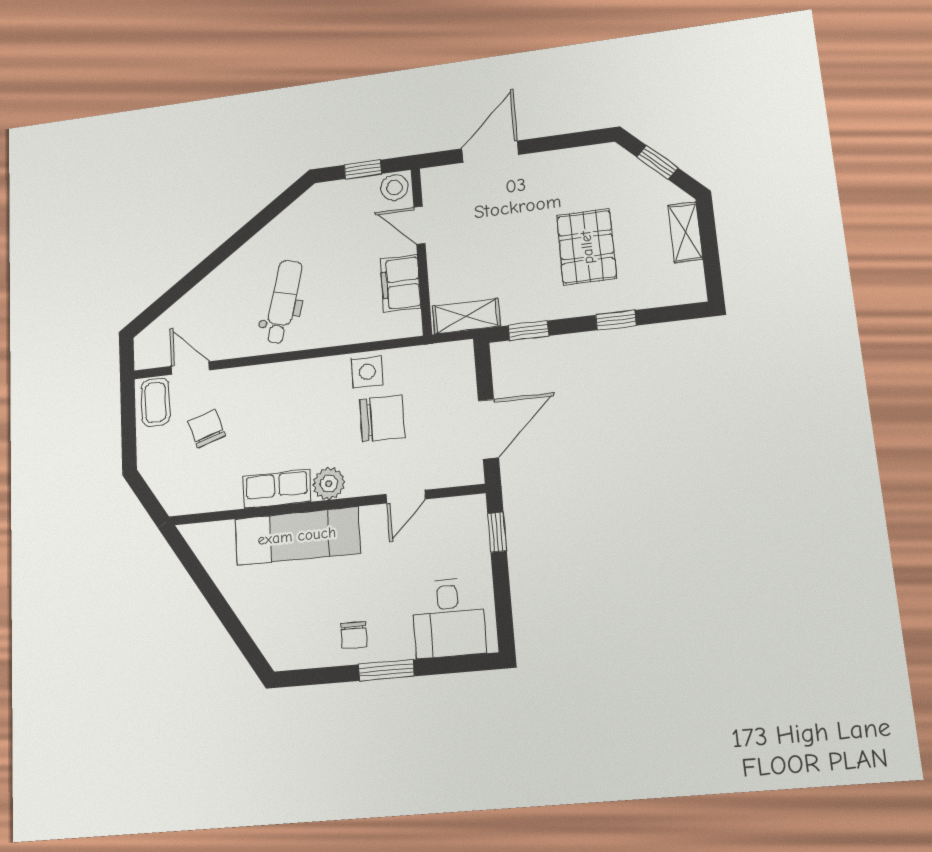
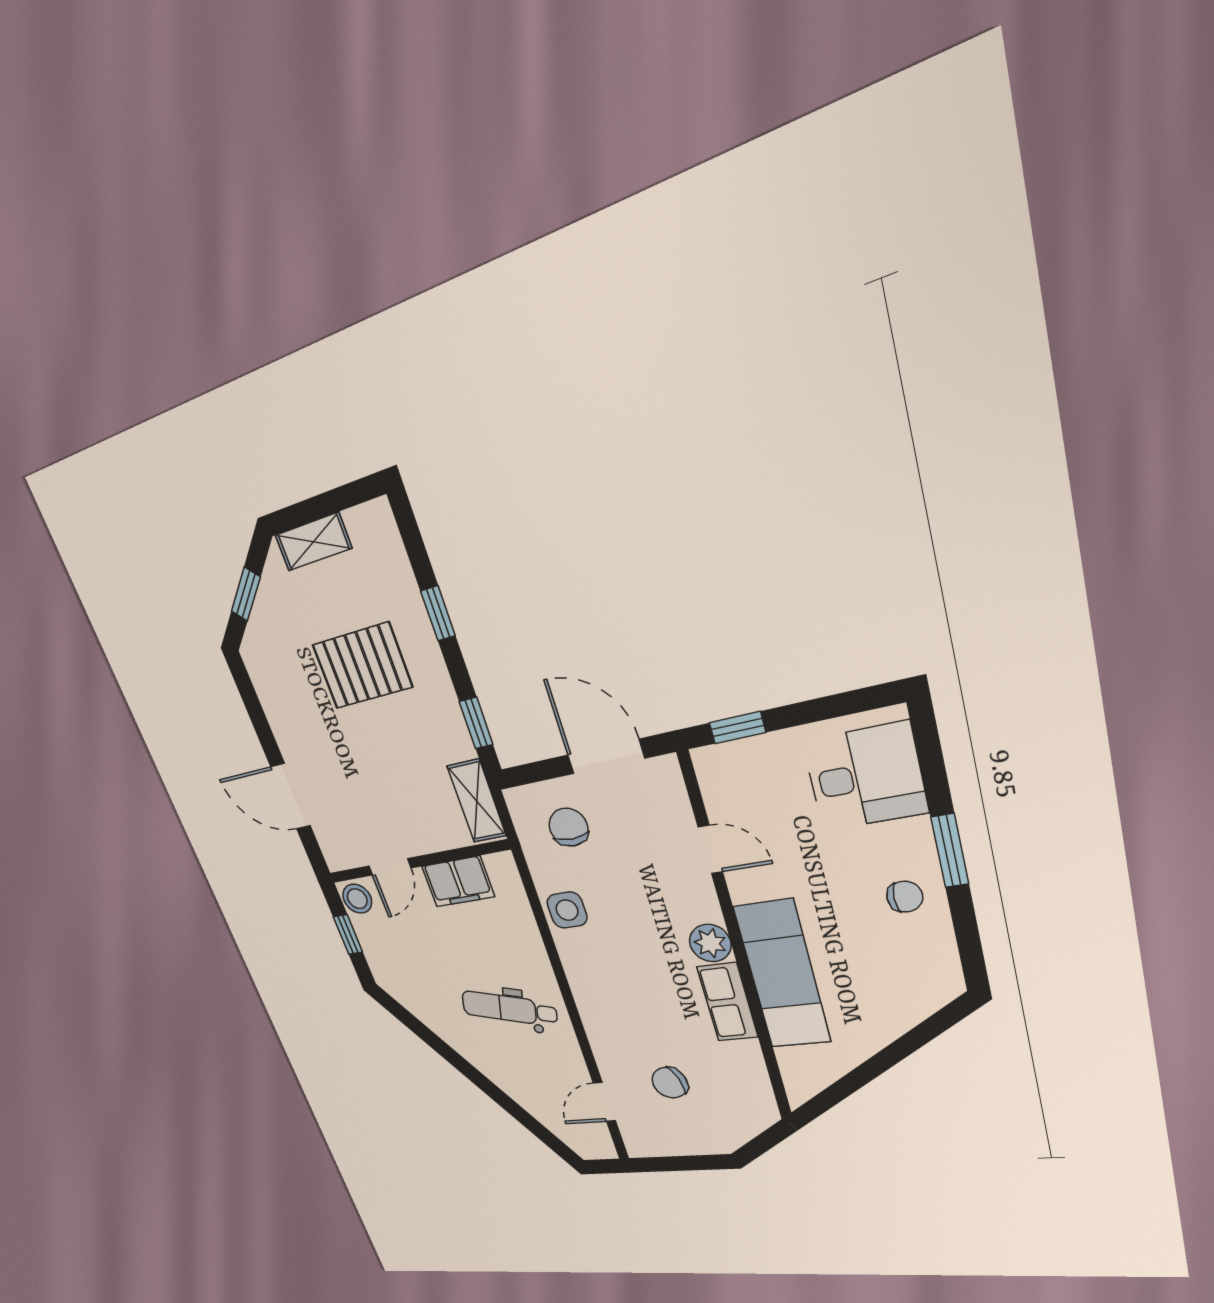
coffee table: (155, 402) -> (650, 1137), removed
chair: (382, 418) -> (568, 827), moved, width x0.73, depth x0.73

